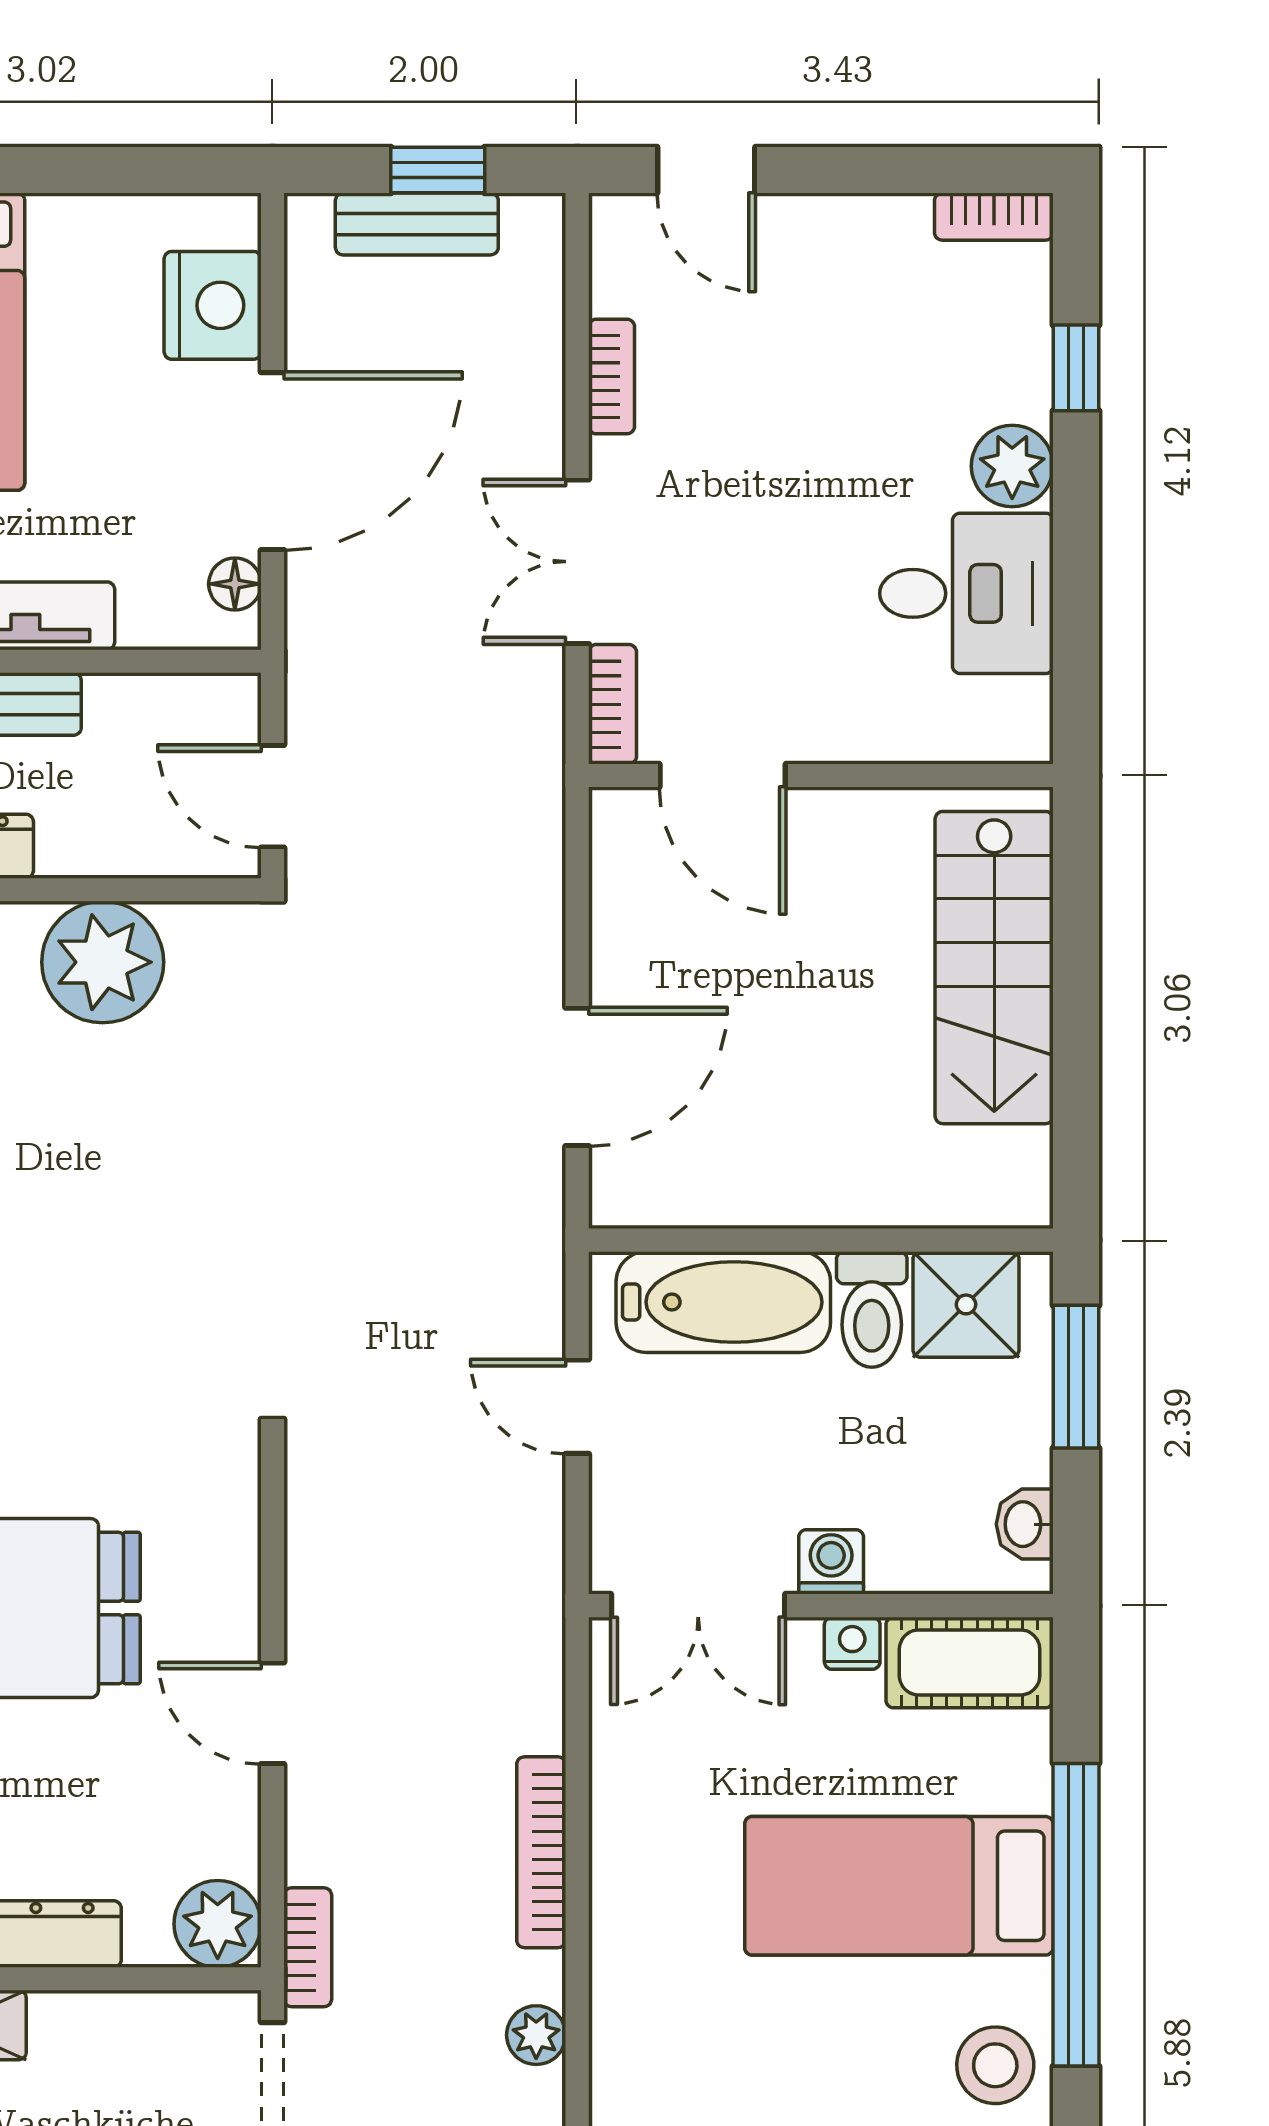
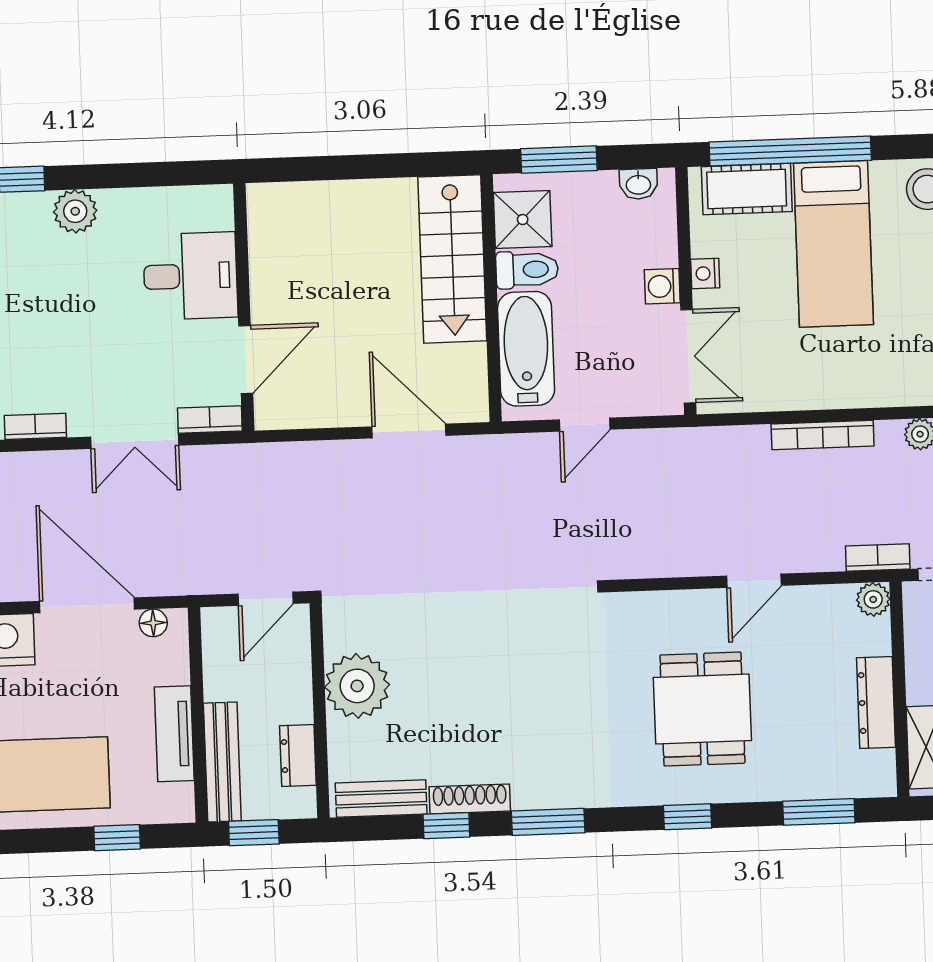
desk: (966, 593) -> (190, 276), moved, turned 90
stairs: (994, 968) -> (452, 259), moved, turned 90
cot: (970, 1662) -> (747, 189), moved, turned 90
window: (1076, 1915) -> (790, 151), moved
plant: (218, 1924) -> (873, 599), width x0.73, depth x0.73

